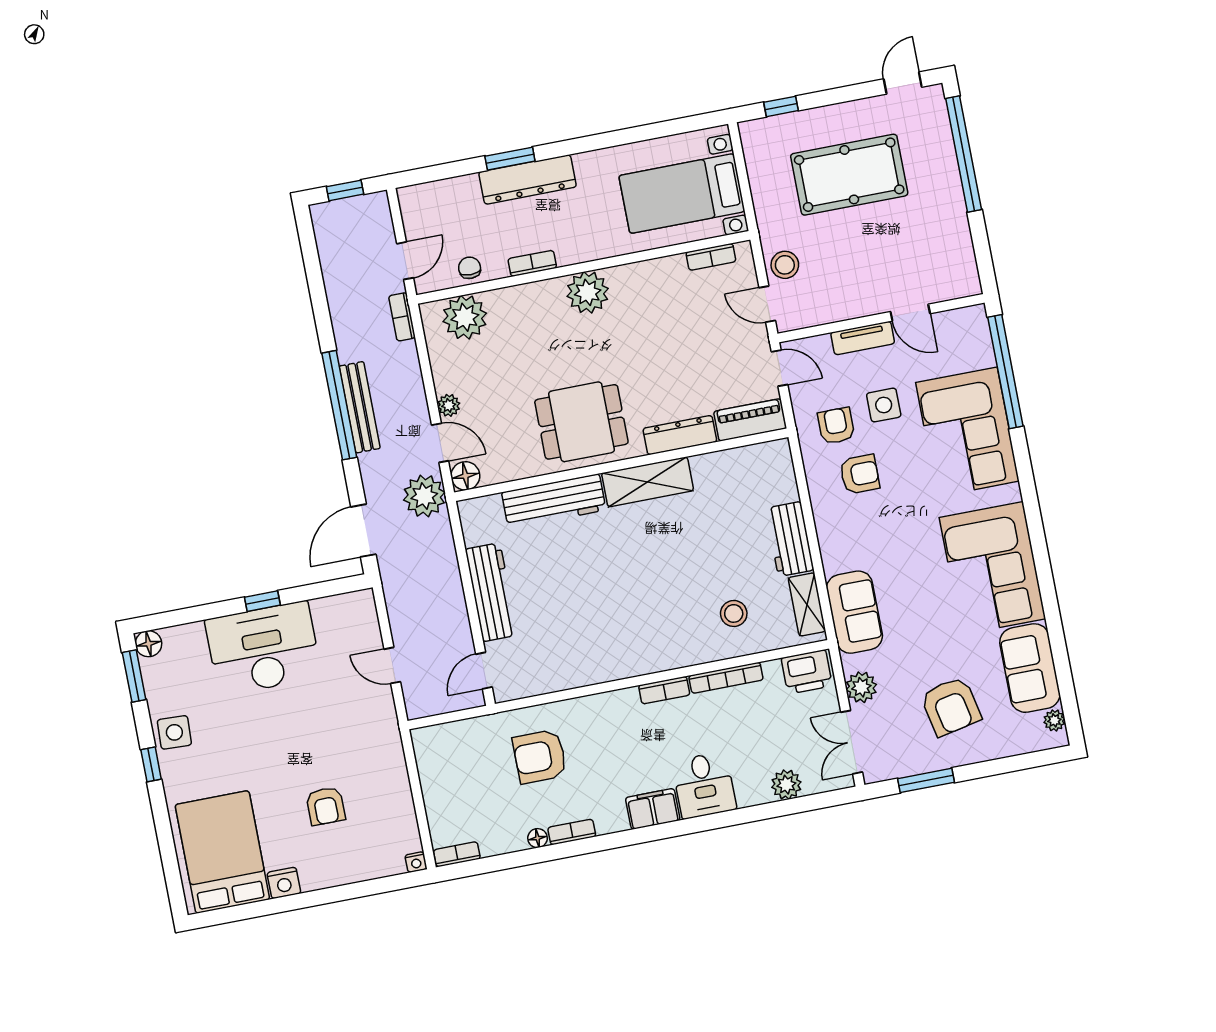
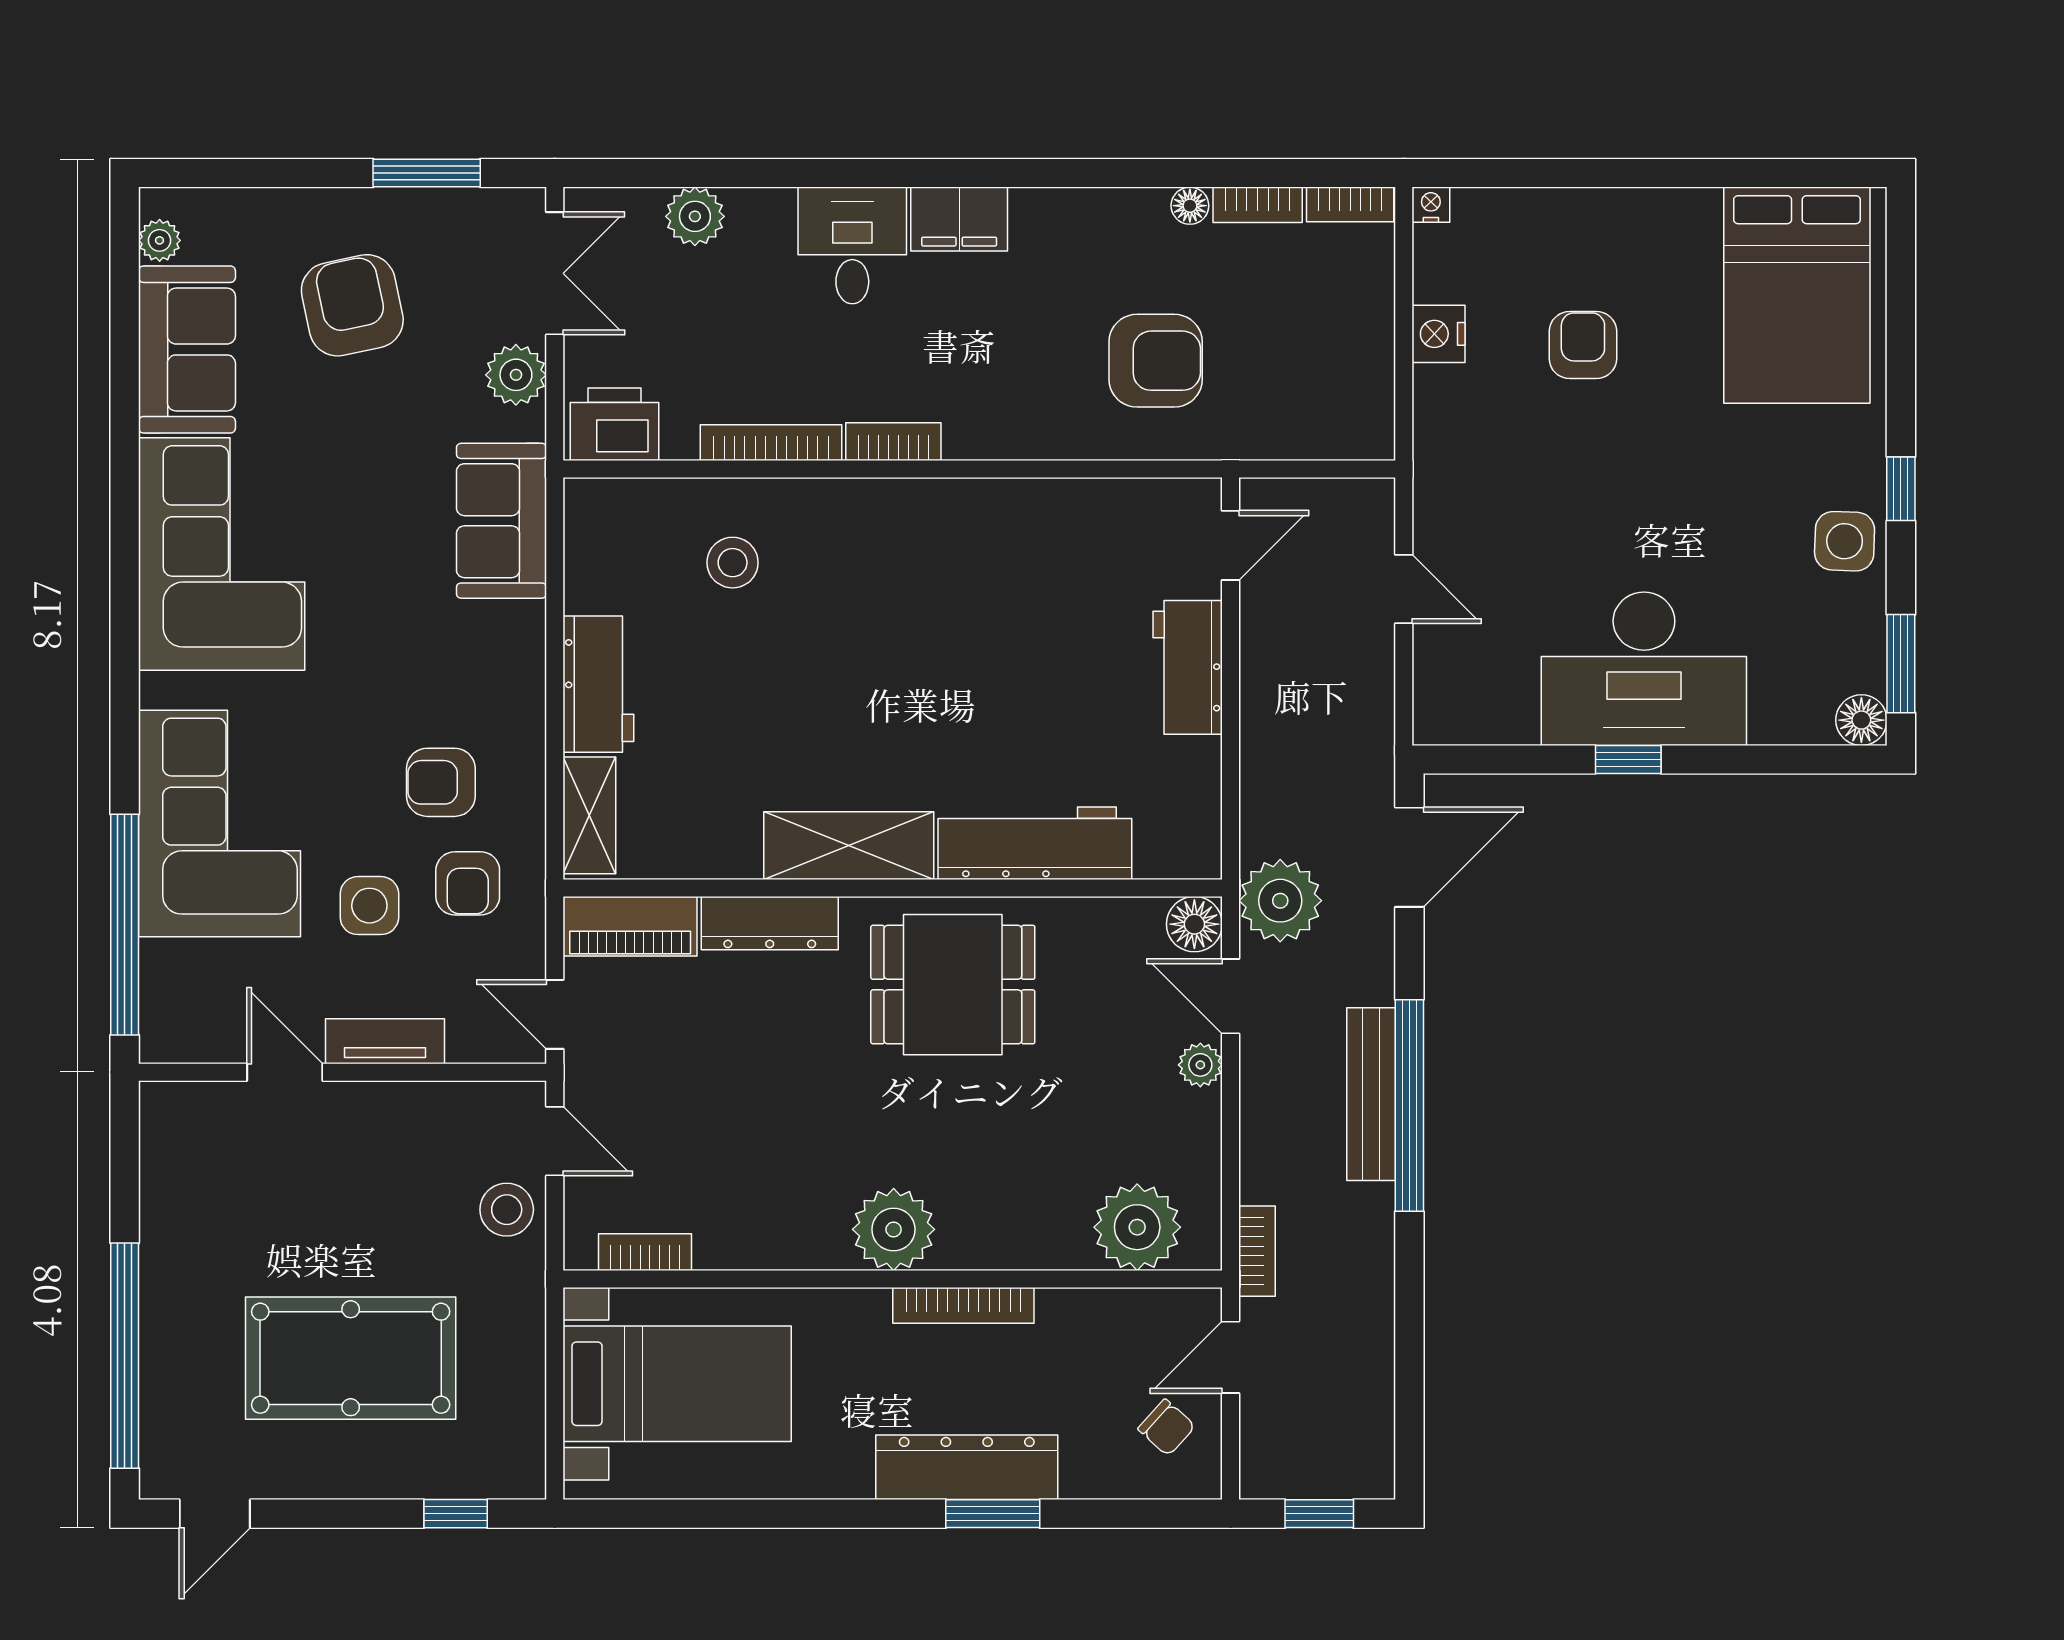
bookcase: (532, 263) -> (963, 1305), width x1.56
chair: (470, 268) -> (1167, 1427), moved, turned -48
workbench: (491, 592) -> (1188, 667), width x0.73
shelving: (807, 604) -> (589, 815), moved
bookcase: (572, 832) -> (1258, 205), moved
nightstand: (284, 883) -> (1439, 334), moved, turned -90

